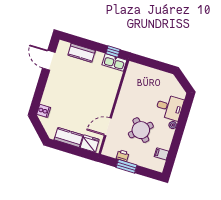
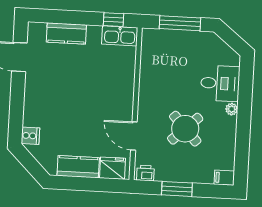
window: (154, 64) -> (180, 23), added
door: (108, 127) -> (134, 136), hinge flipped
filing cabinet: (162, 154) -> (224, 178), moved
printer: (123, 156) -> (145, 173), moved

